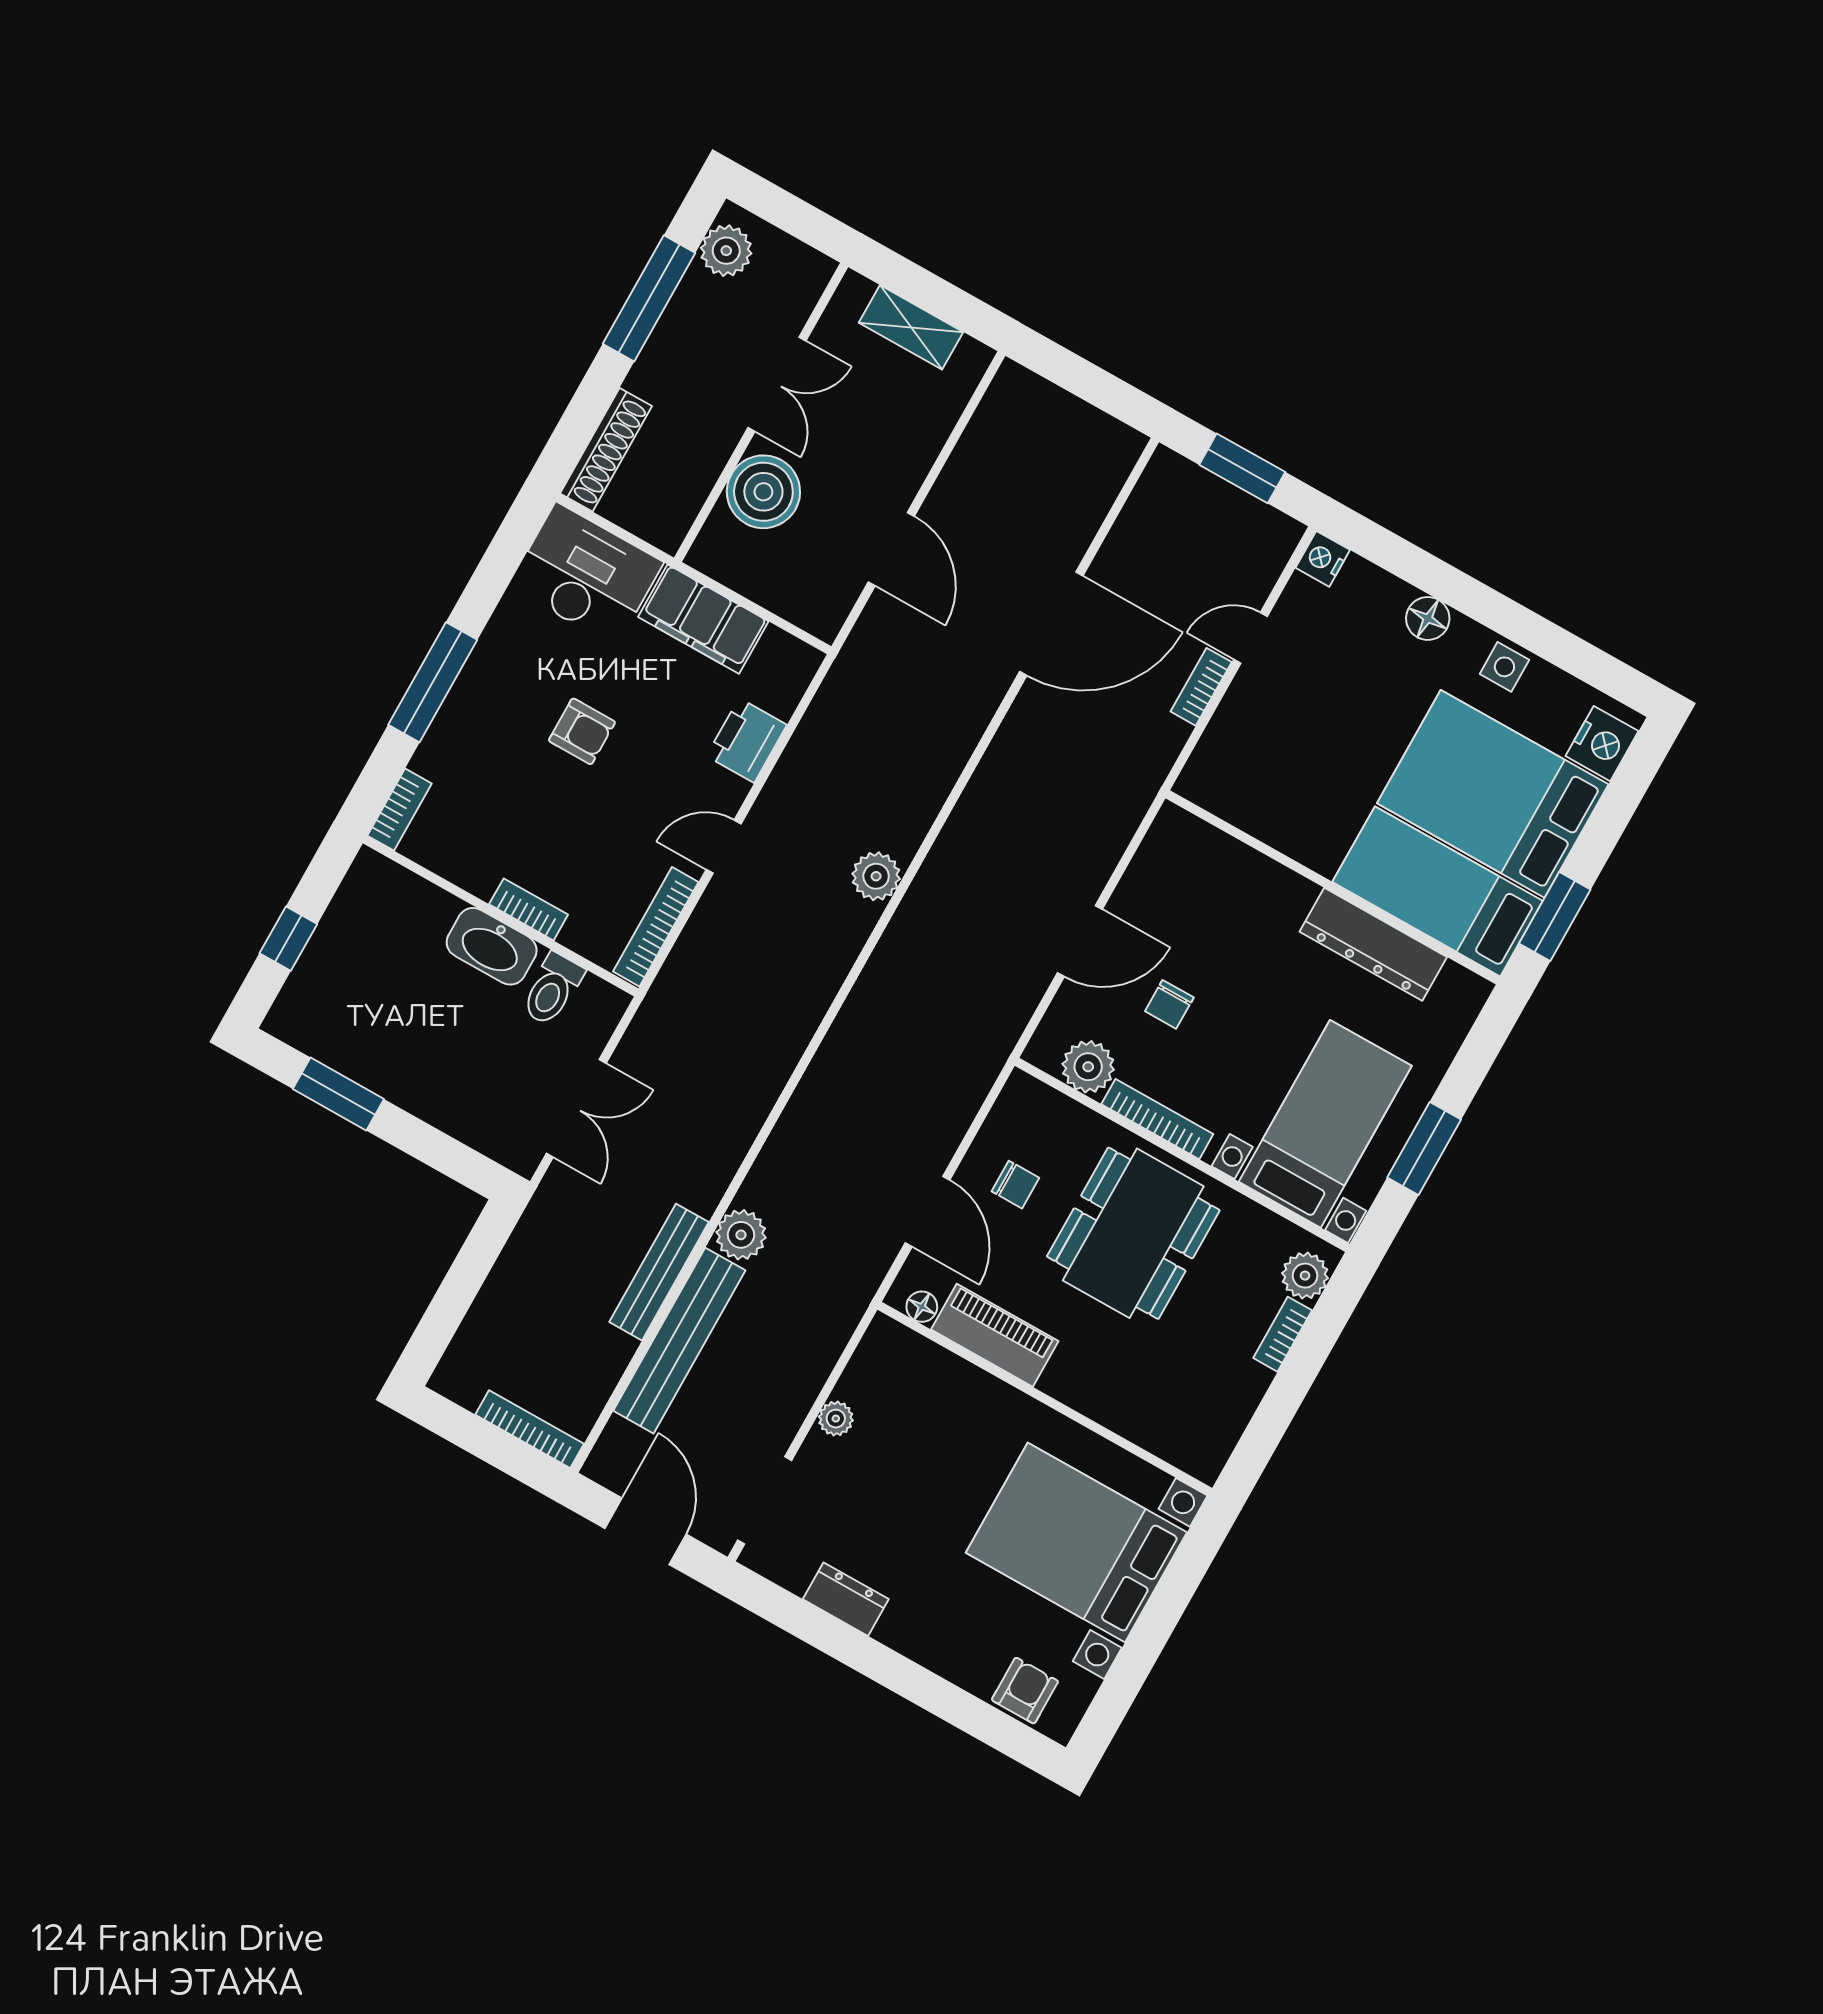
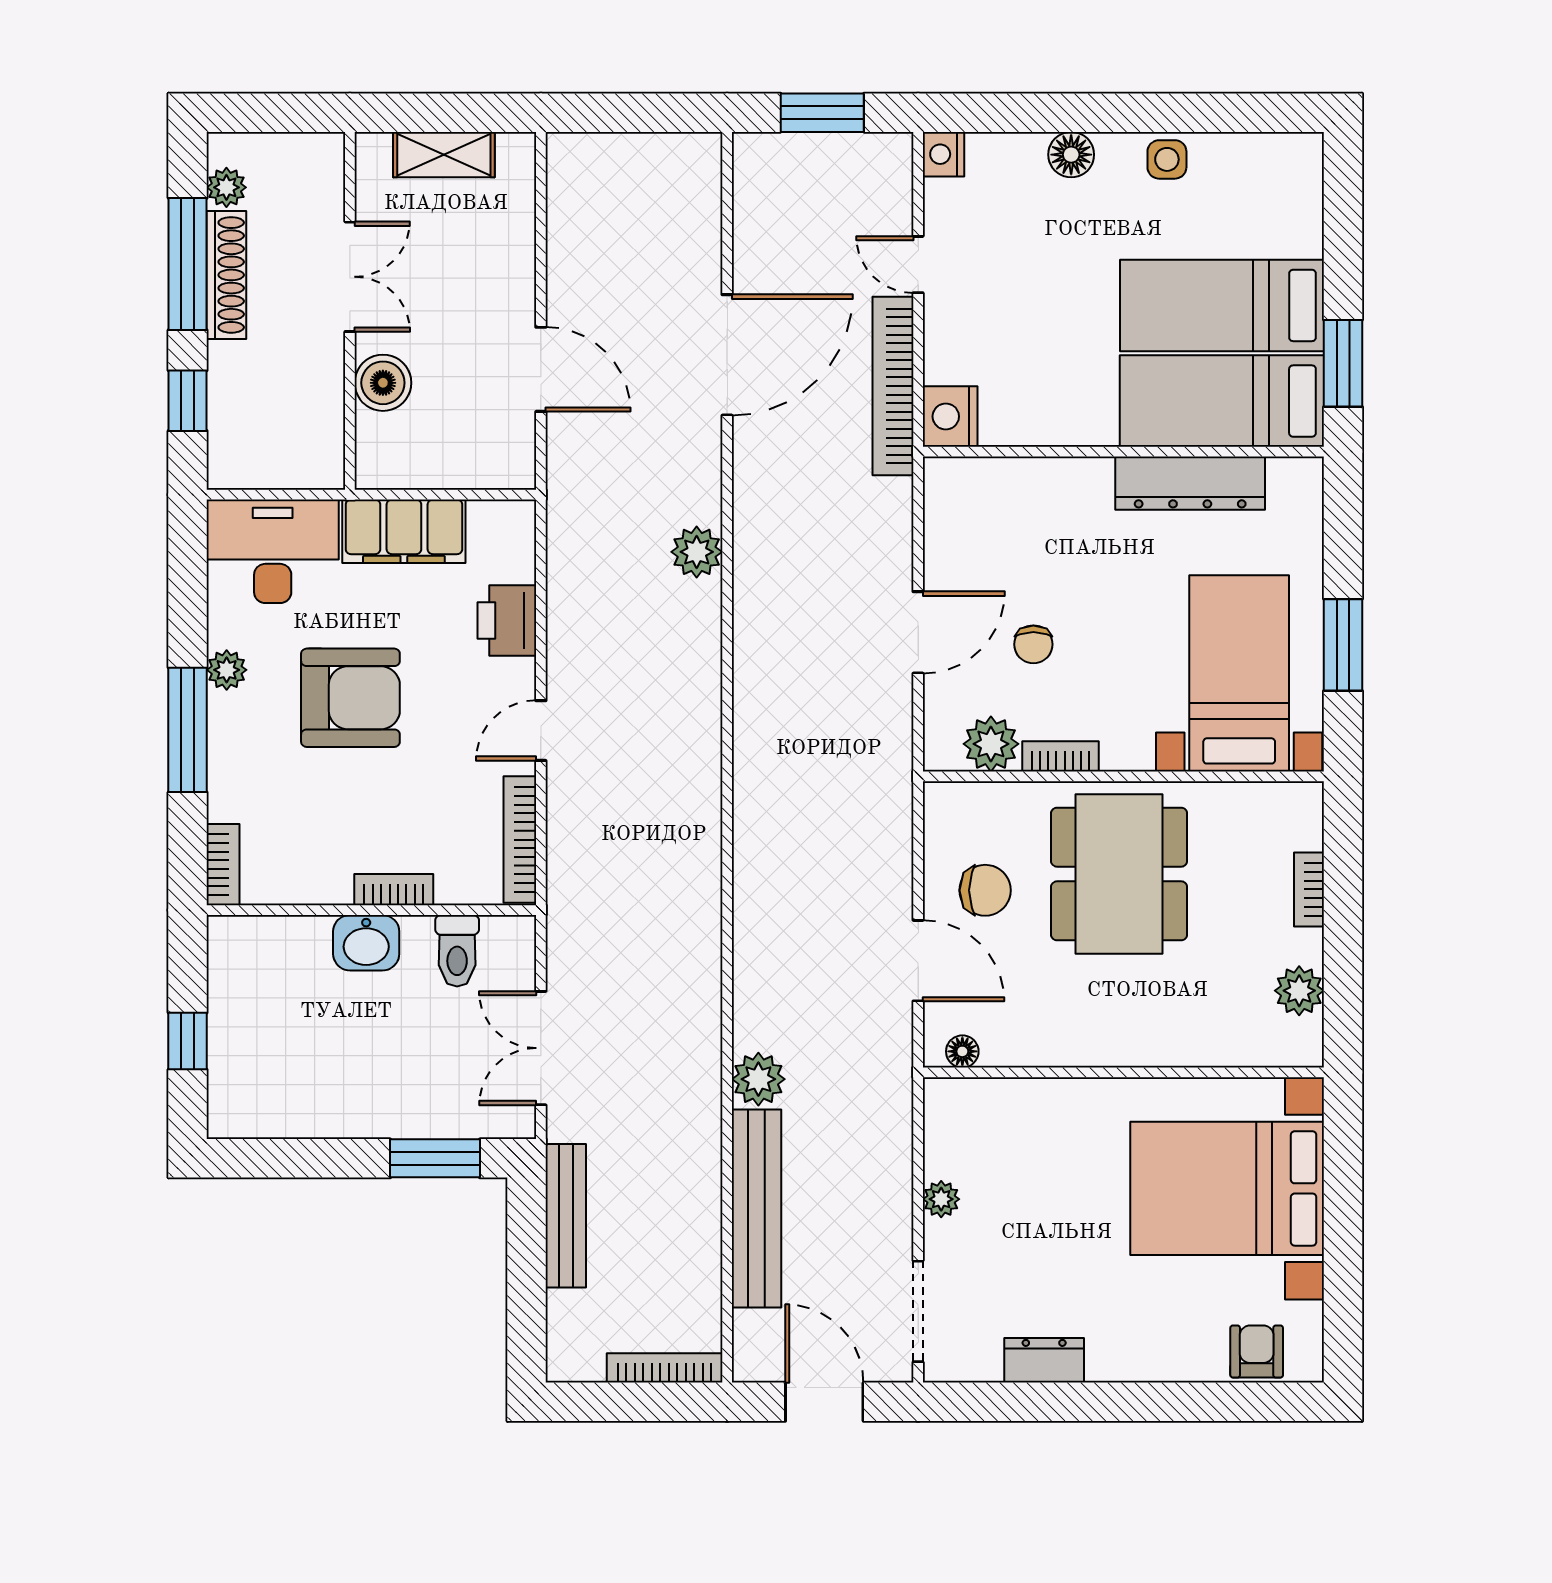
plant: (726, 251) -> (226, 187), width x0.73, depth x0.73
window: (586, 411) -> (188, 401), added
shoe rack: (606, 450) -> (226, 275), moved
boiler: (763, 492) -> (383, 383), width x0.73, depth x0.73
door: (1251, 638) -> (918, 265), hinge flipped
plant: (493, 651) -> (227, 670), added
bookcase: (1201, 687) -> (893, 386), width x2.31, depth x1.31
armchair: (582, 731) -> (350, 698), width x1.88, depth x1.88
nightstand: (1602, 744) -> (950, 416), moved, turned 180
bed: (1493, 794) -> (1222, 305), width x0.67
plant: (876, 876) -> (697, 552), moved
washbasin: (492, 946) -> (366, 943), width x0.72
window: (338, 1094) -> (435, 1158), moved
double door: (576, 1108) -> (541, 1048), swing flipped
bookcase: (1157, 1119) -> (1060, 756), width x0.64
chair: (1015, 1185) -> (985, 890), width x1.37, depth x1.37
bench: (659, 1272) -> (566, 1216), moved
plant: (1305, 1276) -> (1299, 991), moved
piano: (995, 1335) -> (1044, 1040), removed

